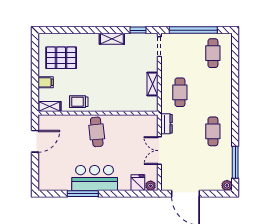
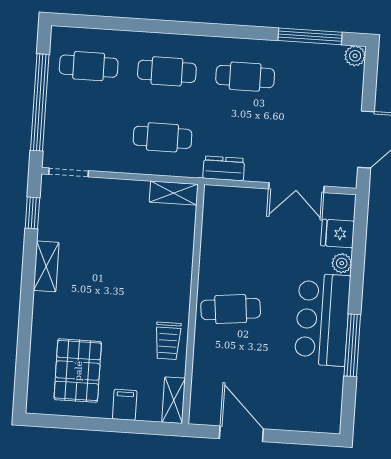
shelving: (153, 84) -> (174, 193), moved
cafe table: (213, 92) -> (167, 71), added
double door: (159, 151) -> (296, 188), moved
plant: (151, 186) -> (342, 263), moved

